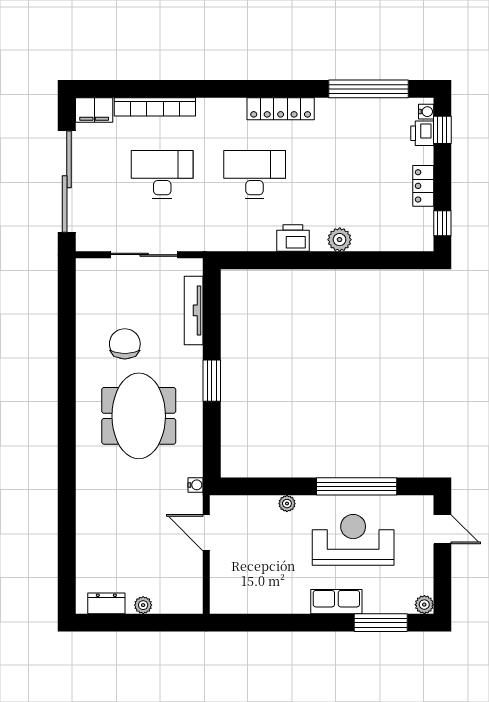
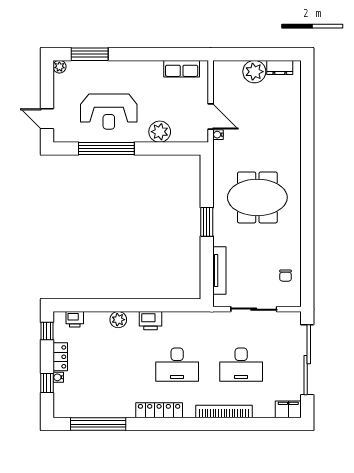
bookcase: (155, 107) -> (224, 412), moved
water cooler: (426, 112) -> (58, 377), moved
window: (442, 130) -> (47, 383), moved
printer: (422, 133) -> (75, 319), moved, turned 90
chair: (125, 344) -> (286, 276), moved, width x0.54, depth x0.54
meeting table: (139, 416) -> (257, 197), turned 90
water cooler: (196, 485) -> (218, 135), moved
plant: (287, 504) -> (160, 132), width x1.88, depth x1.88
row of seats: (336, 602) -> (182, 69), moved
plant: (143, 605) -> (254, 72), width x1.88, depth x1.88

